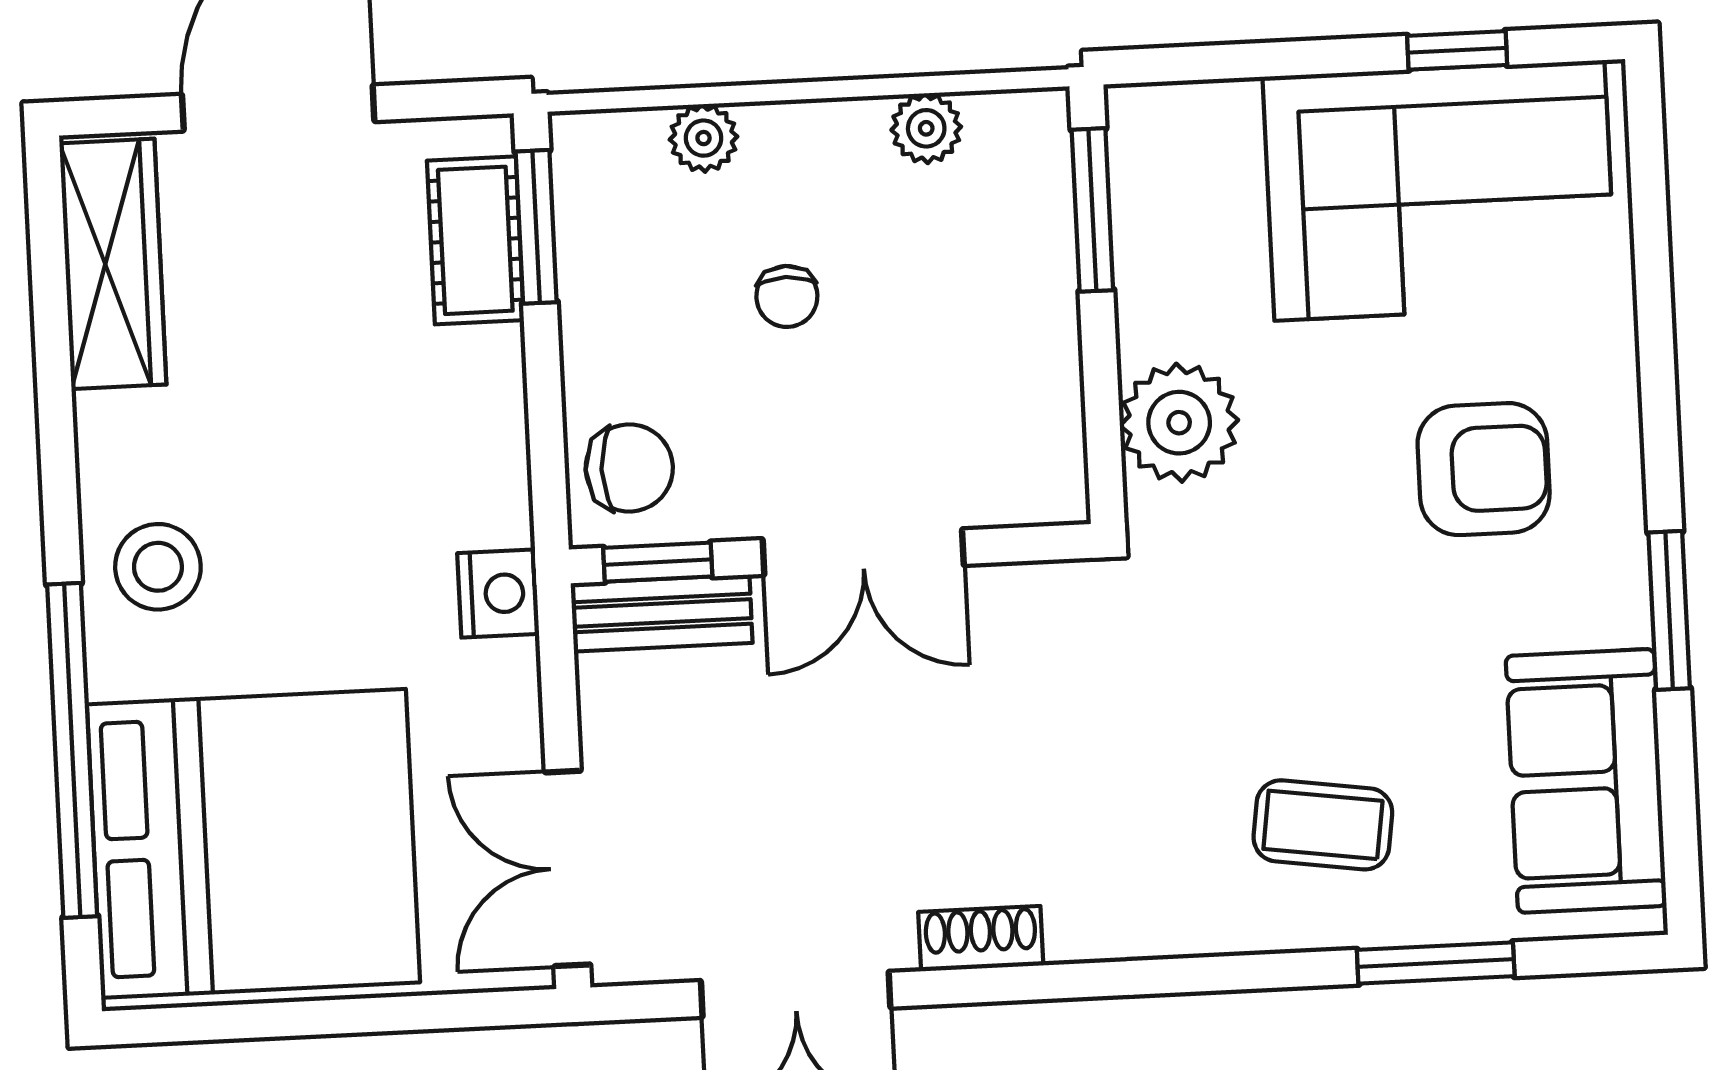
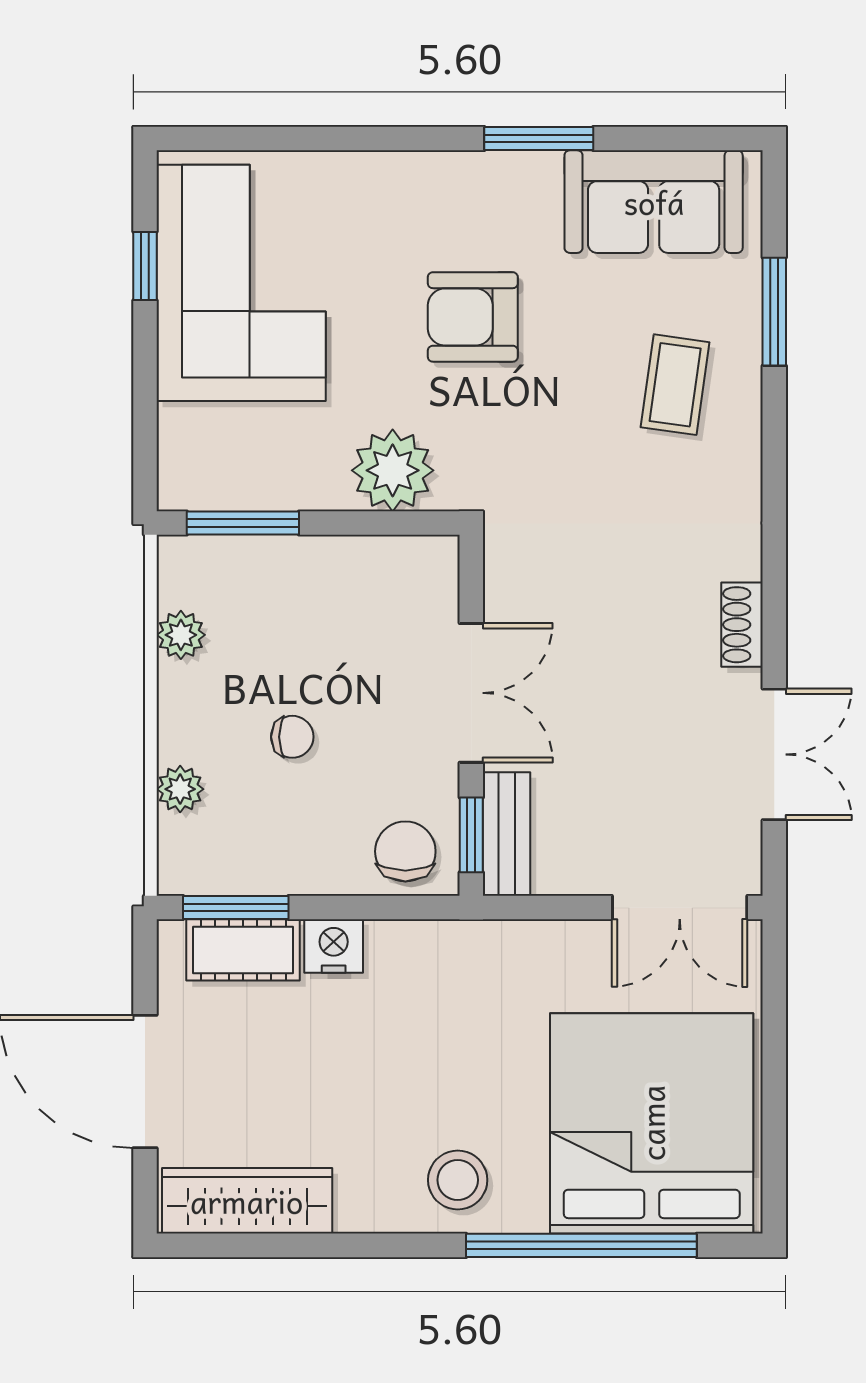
armchair: (1484, 469) -> (473, 317), moved, turned -90
nightstand: (498, 594) -> (334, 946), moved

